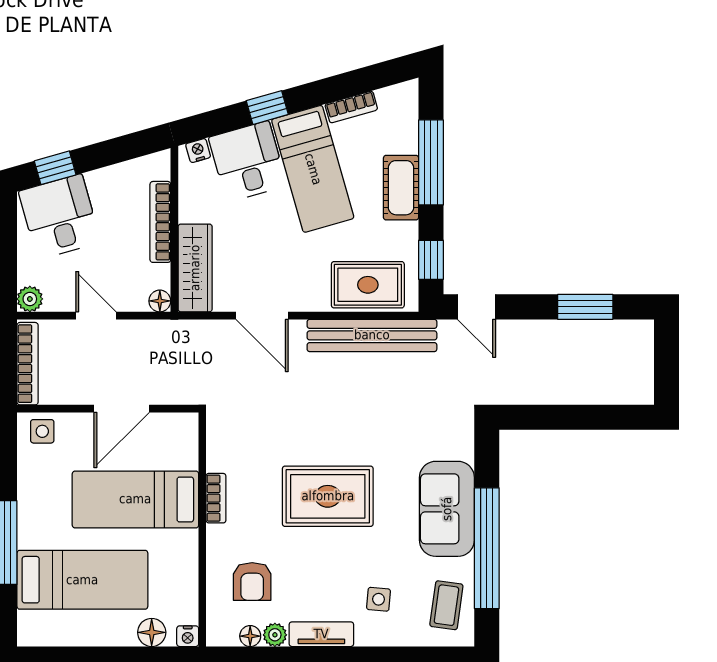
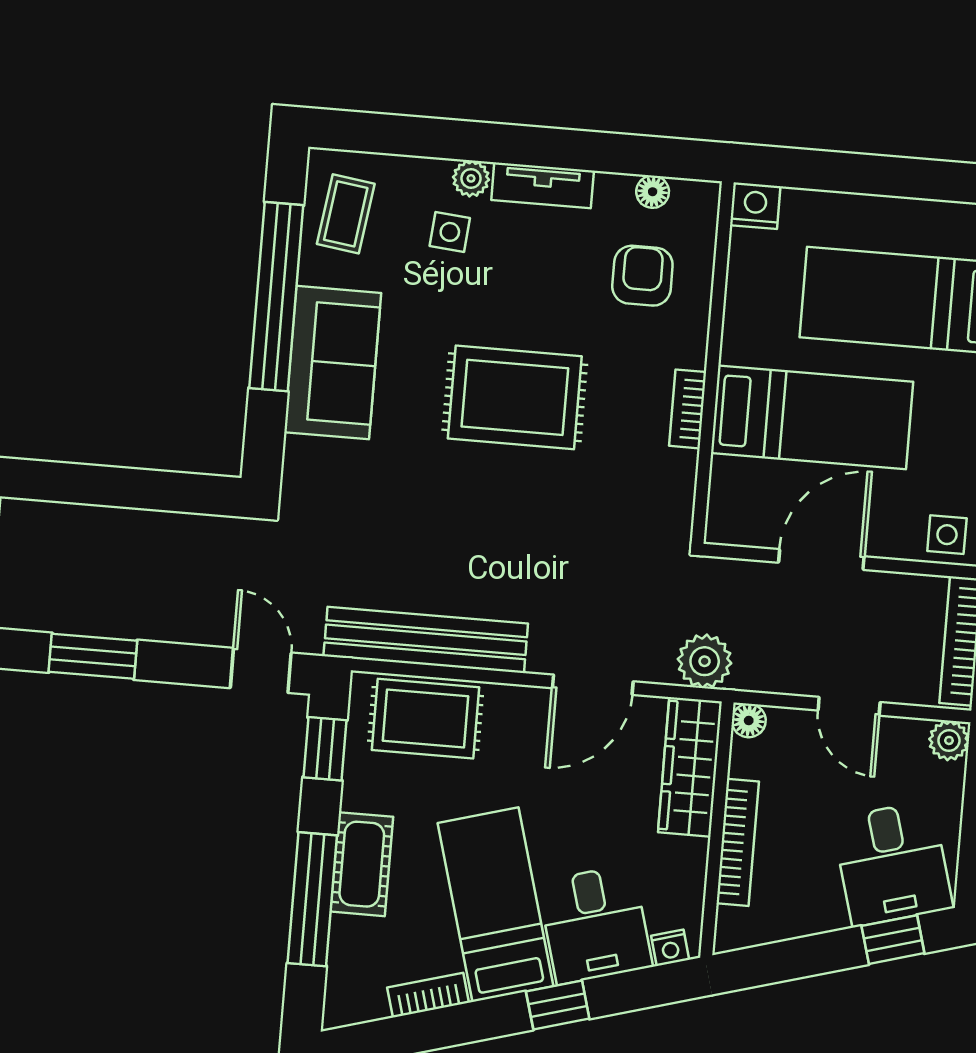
door: (262, 316) -> (593, 685), swing flipped
plant: (191, 337) -> (705, 661), added
floor lamp: (152, 632) -> (804, 210), removed
plant: (275, 635) -> (471, 178), moved
nightstand: (188, 636) -> (755, 206), width x1.39, depth x1.35

